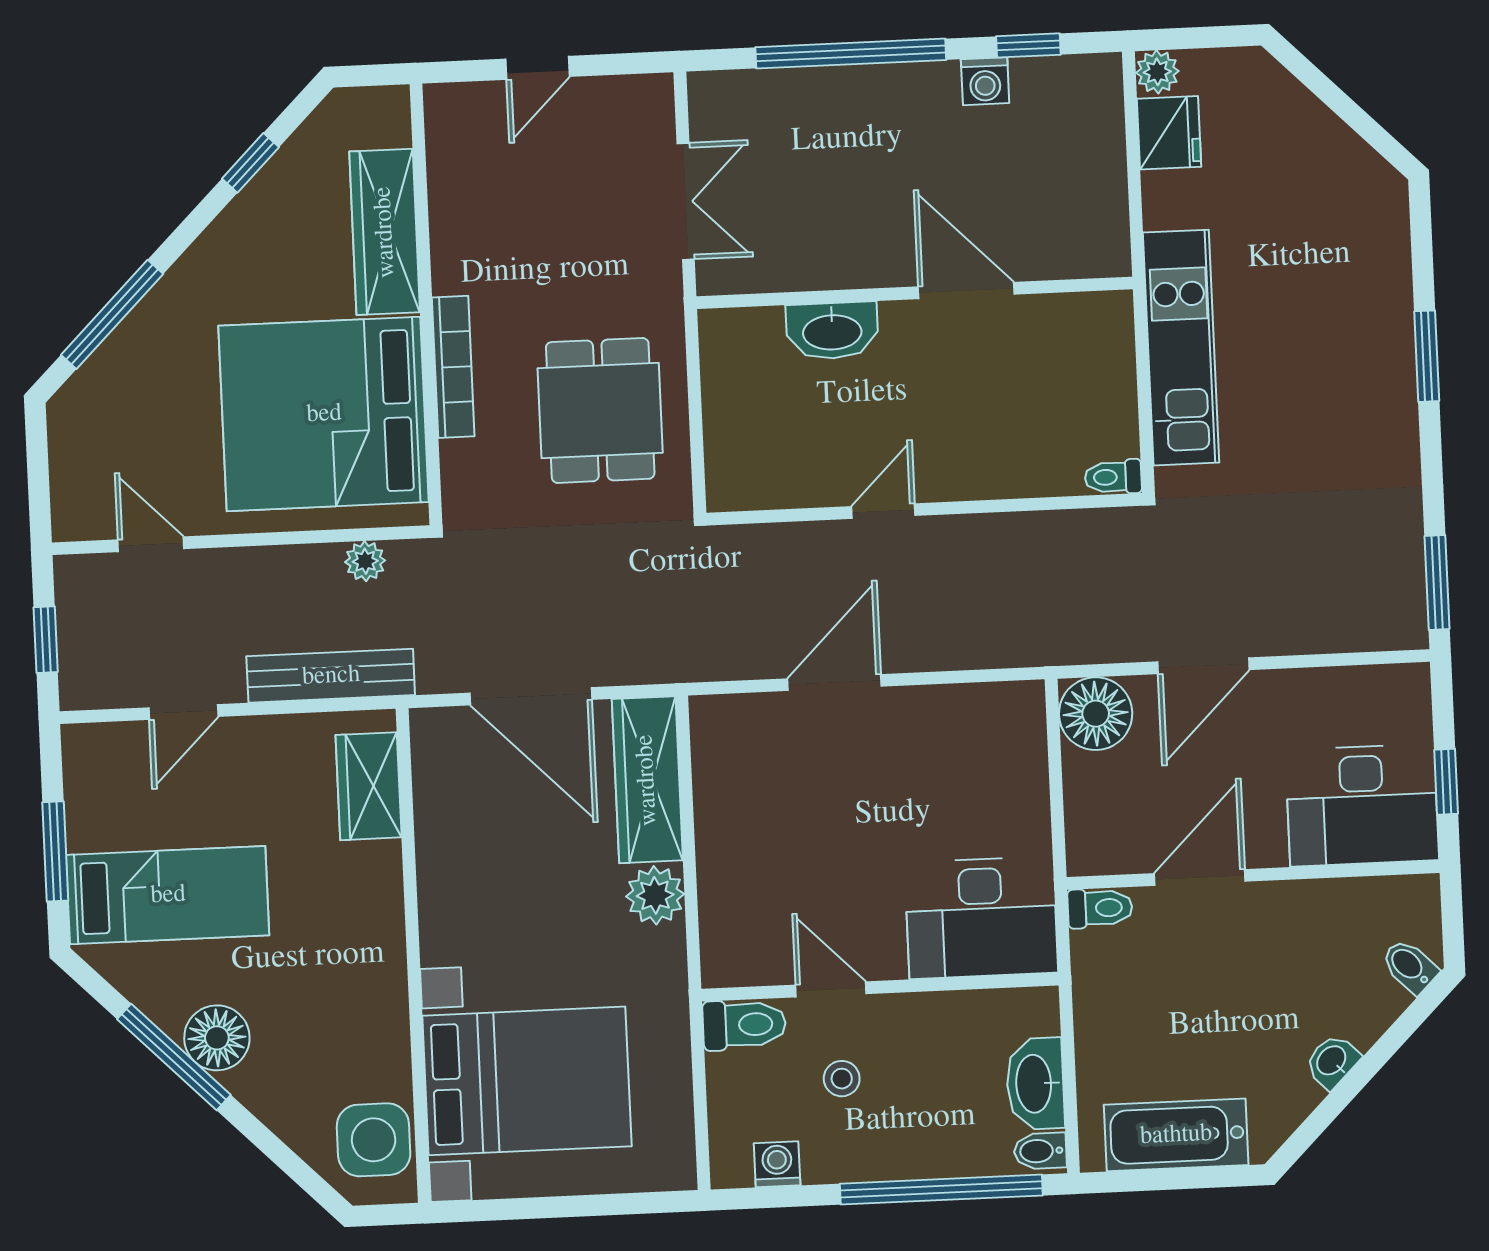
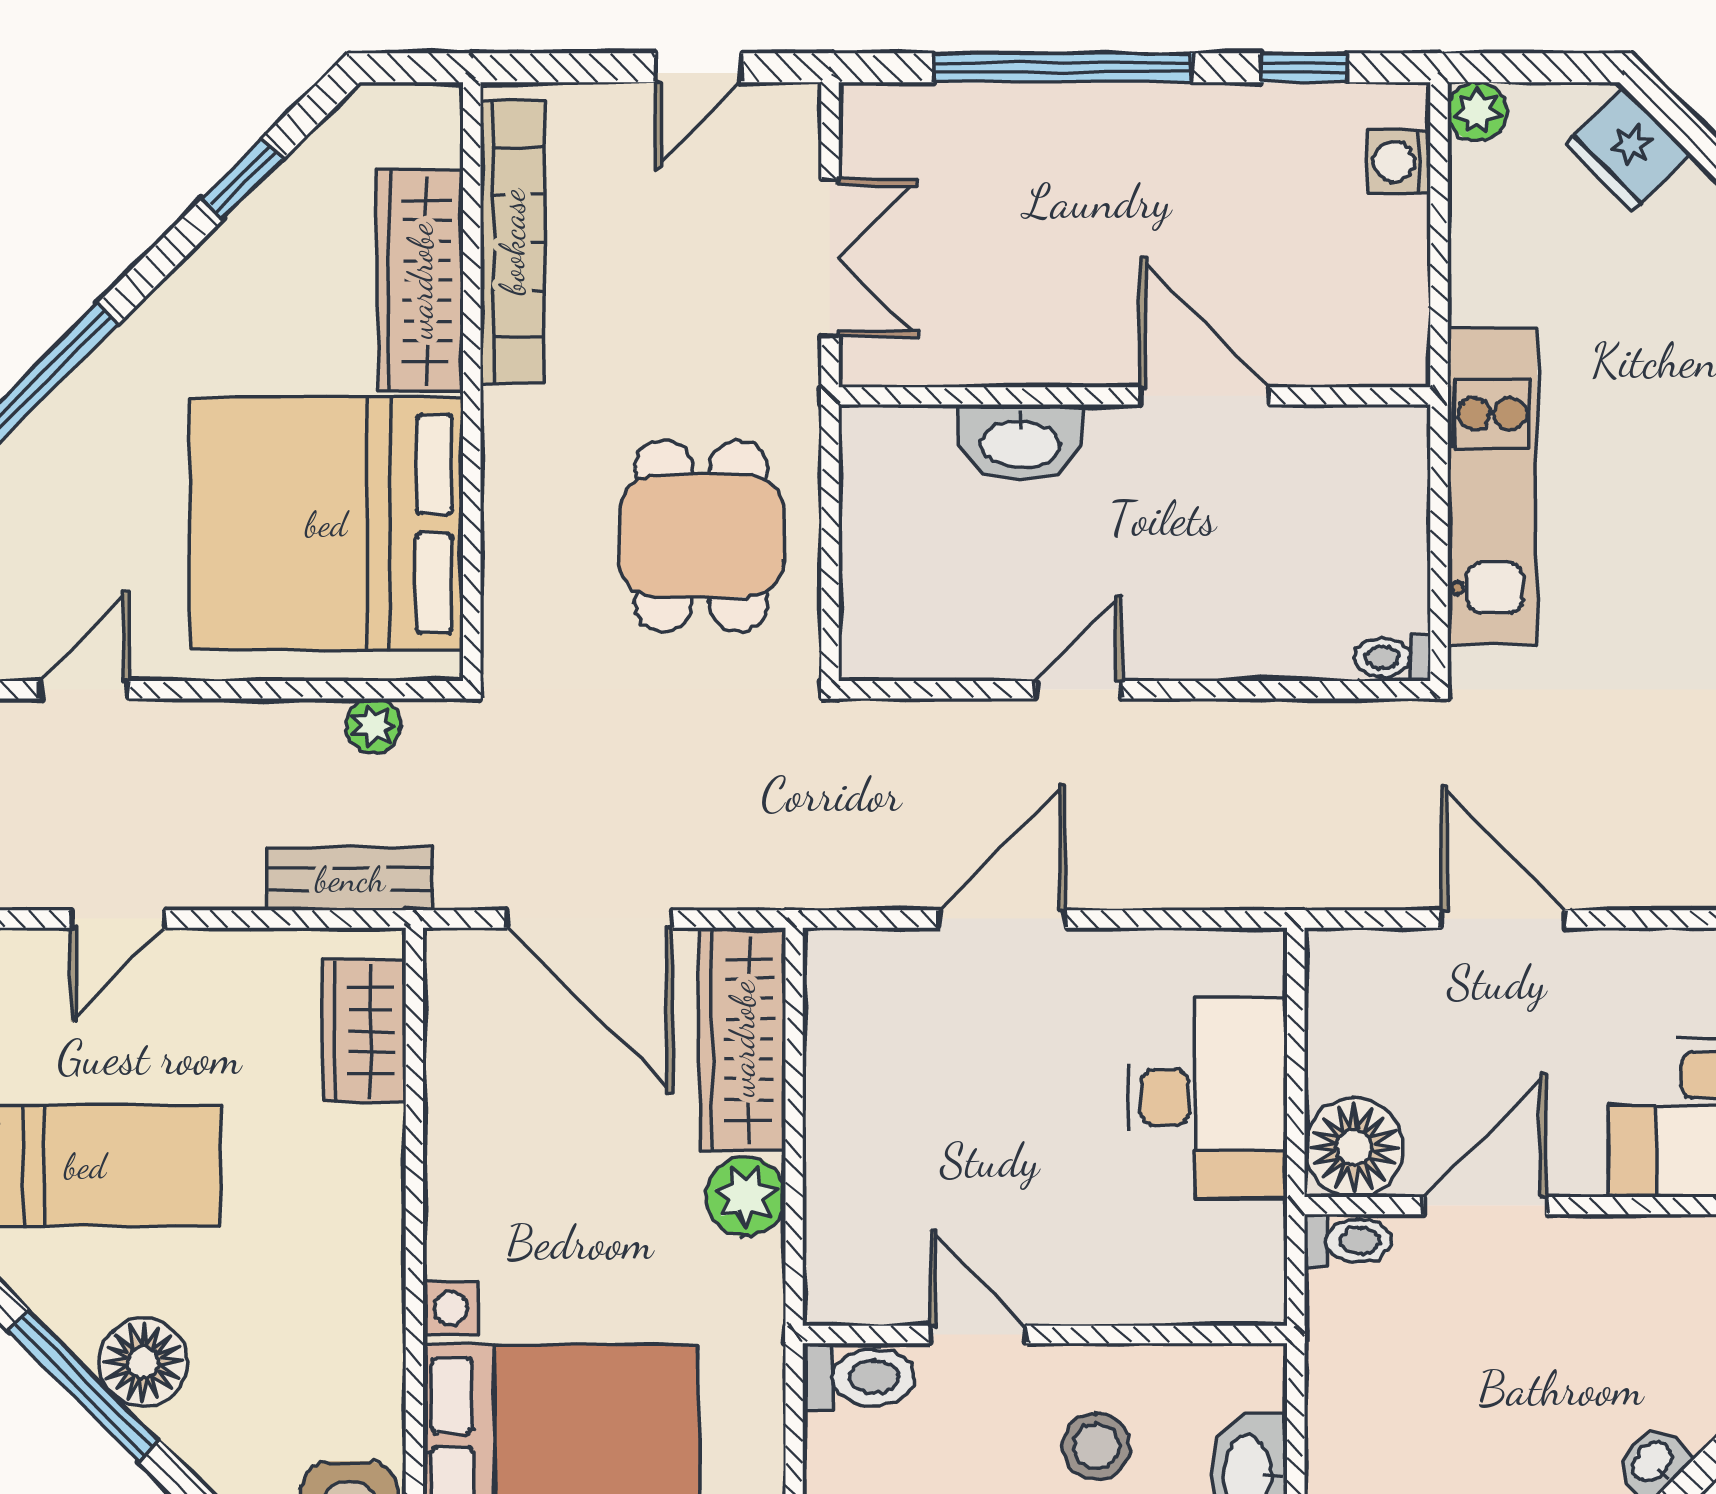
door: (538, 68) -> (698, 68), moved
washing machine: (985, 81) -> (1399, 161), moved, turned 90
fridge: (1169, 133) -> (1628, 149), moved, turned 135
bookcase: (453, 367) -> (512, 242), moved, width x1.48, depth x1.31
door: (151, 544) -> (84, 690), hinge flipped
door: (1203, 666) -> (1503, 919), swing flipped
bench: (331, 676) -> (350, 879), width x0.73
floor lamp: (1096, 714) -> (1354, 1147), moved
desk: (981, 918) -> (1208, 1098), moved, turned -90
stool: (842, 1079) -> (1096, 1446), moved, width x1.37, depth x1.37

